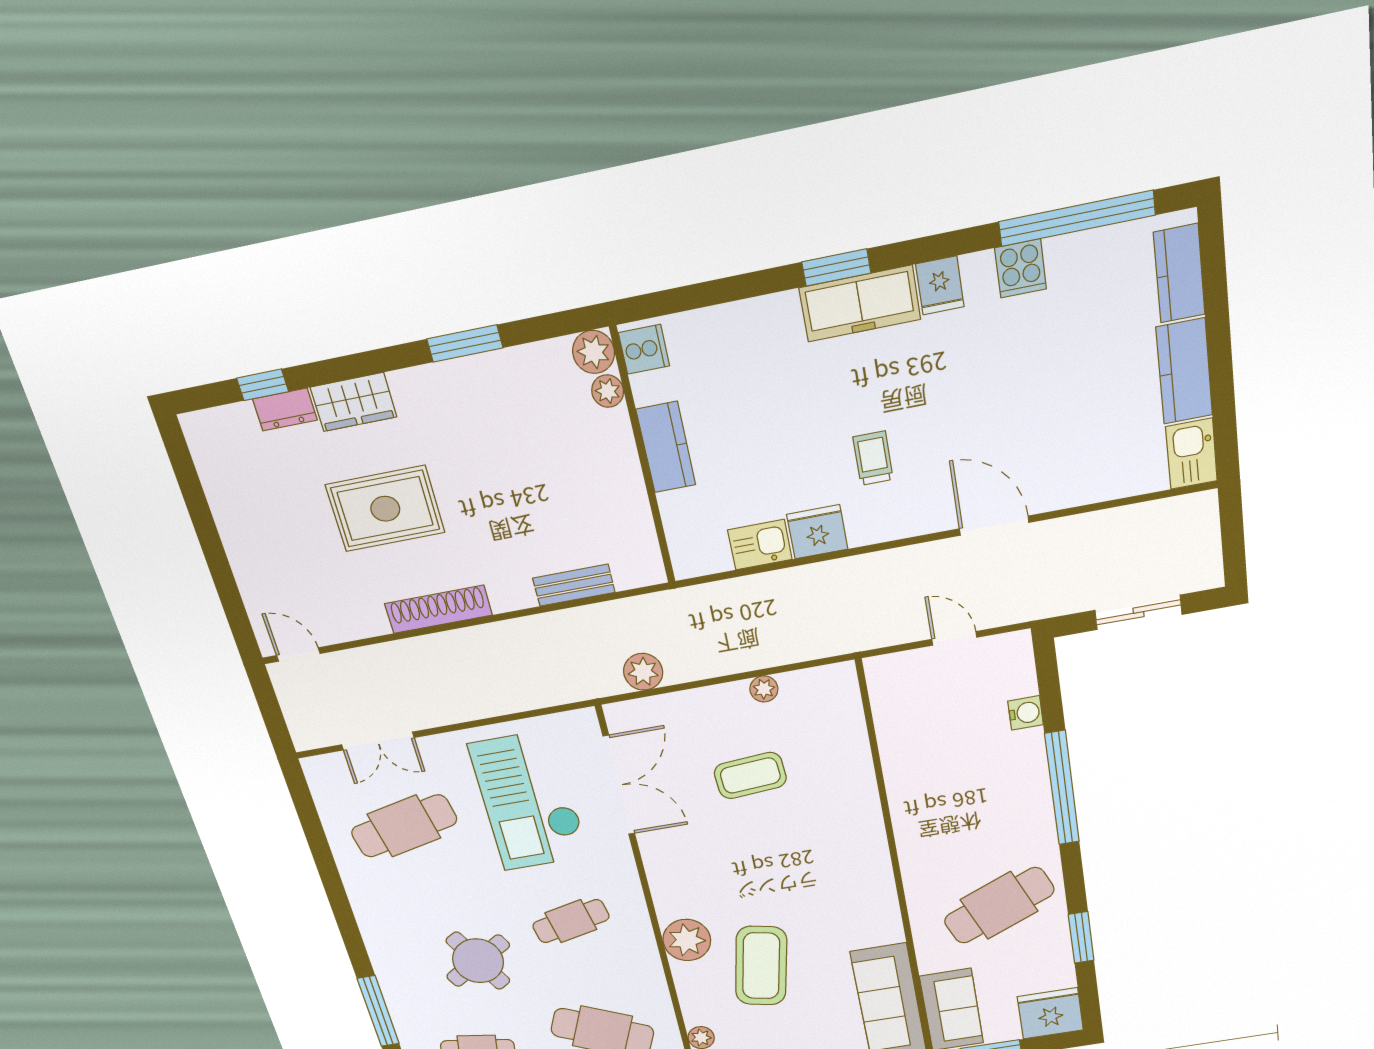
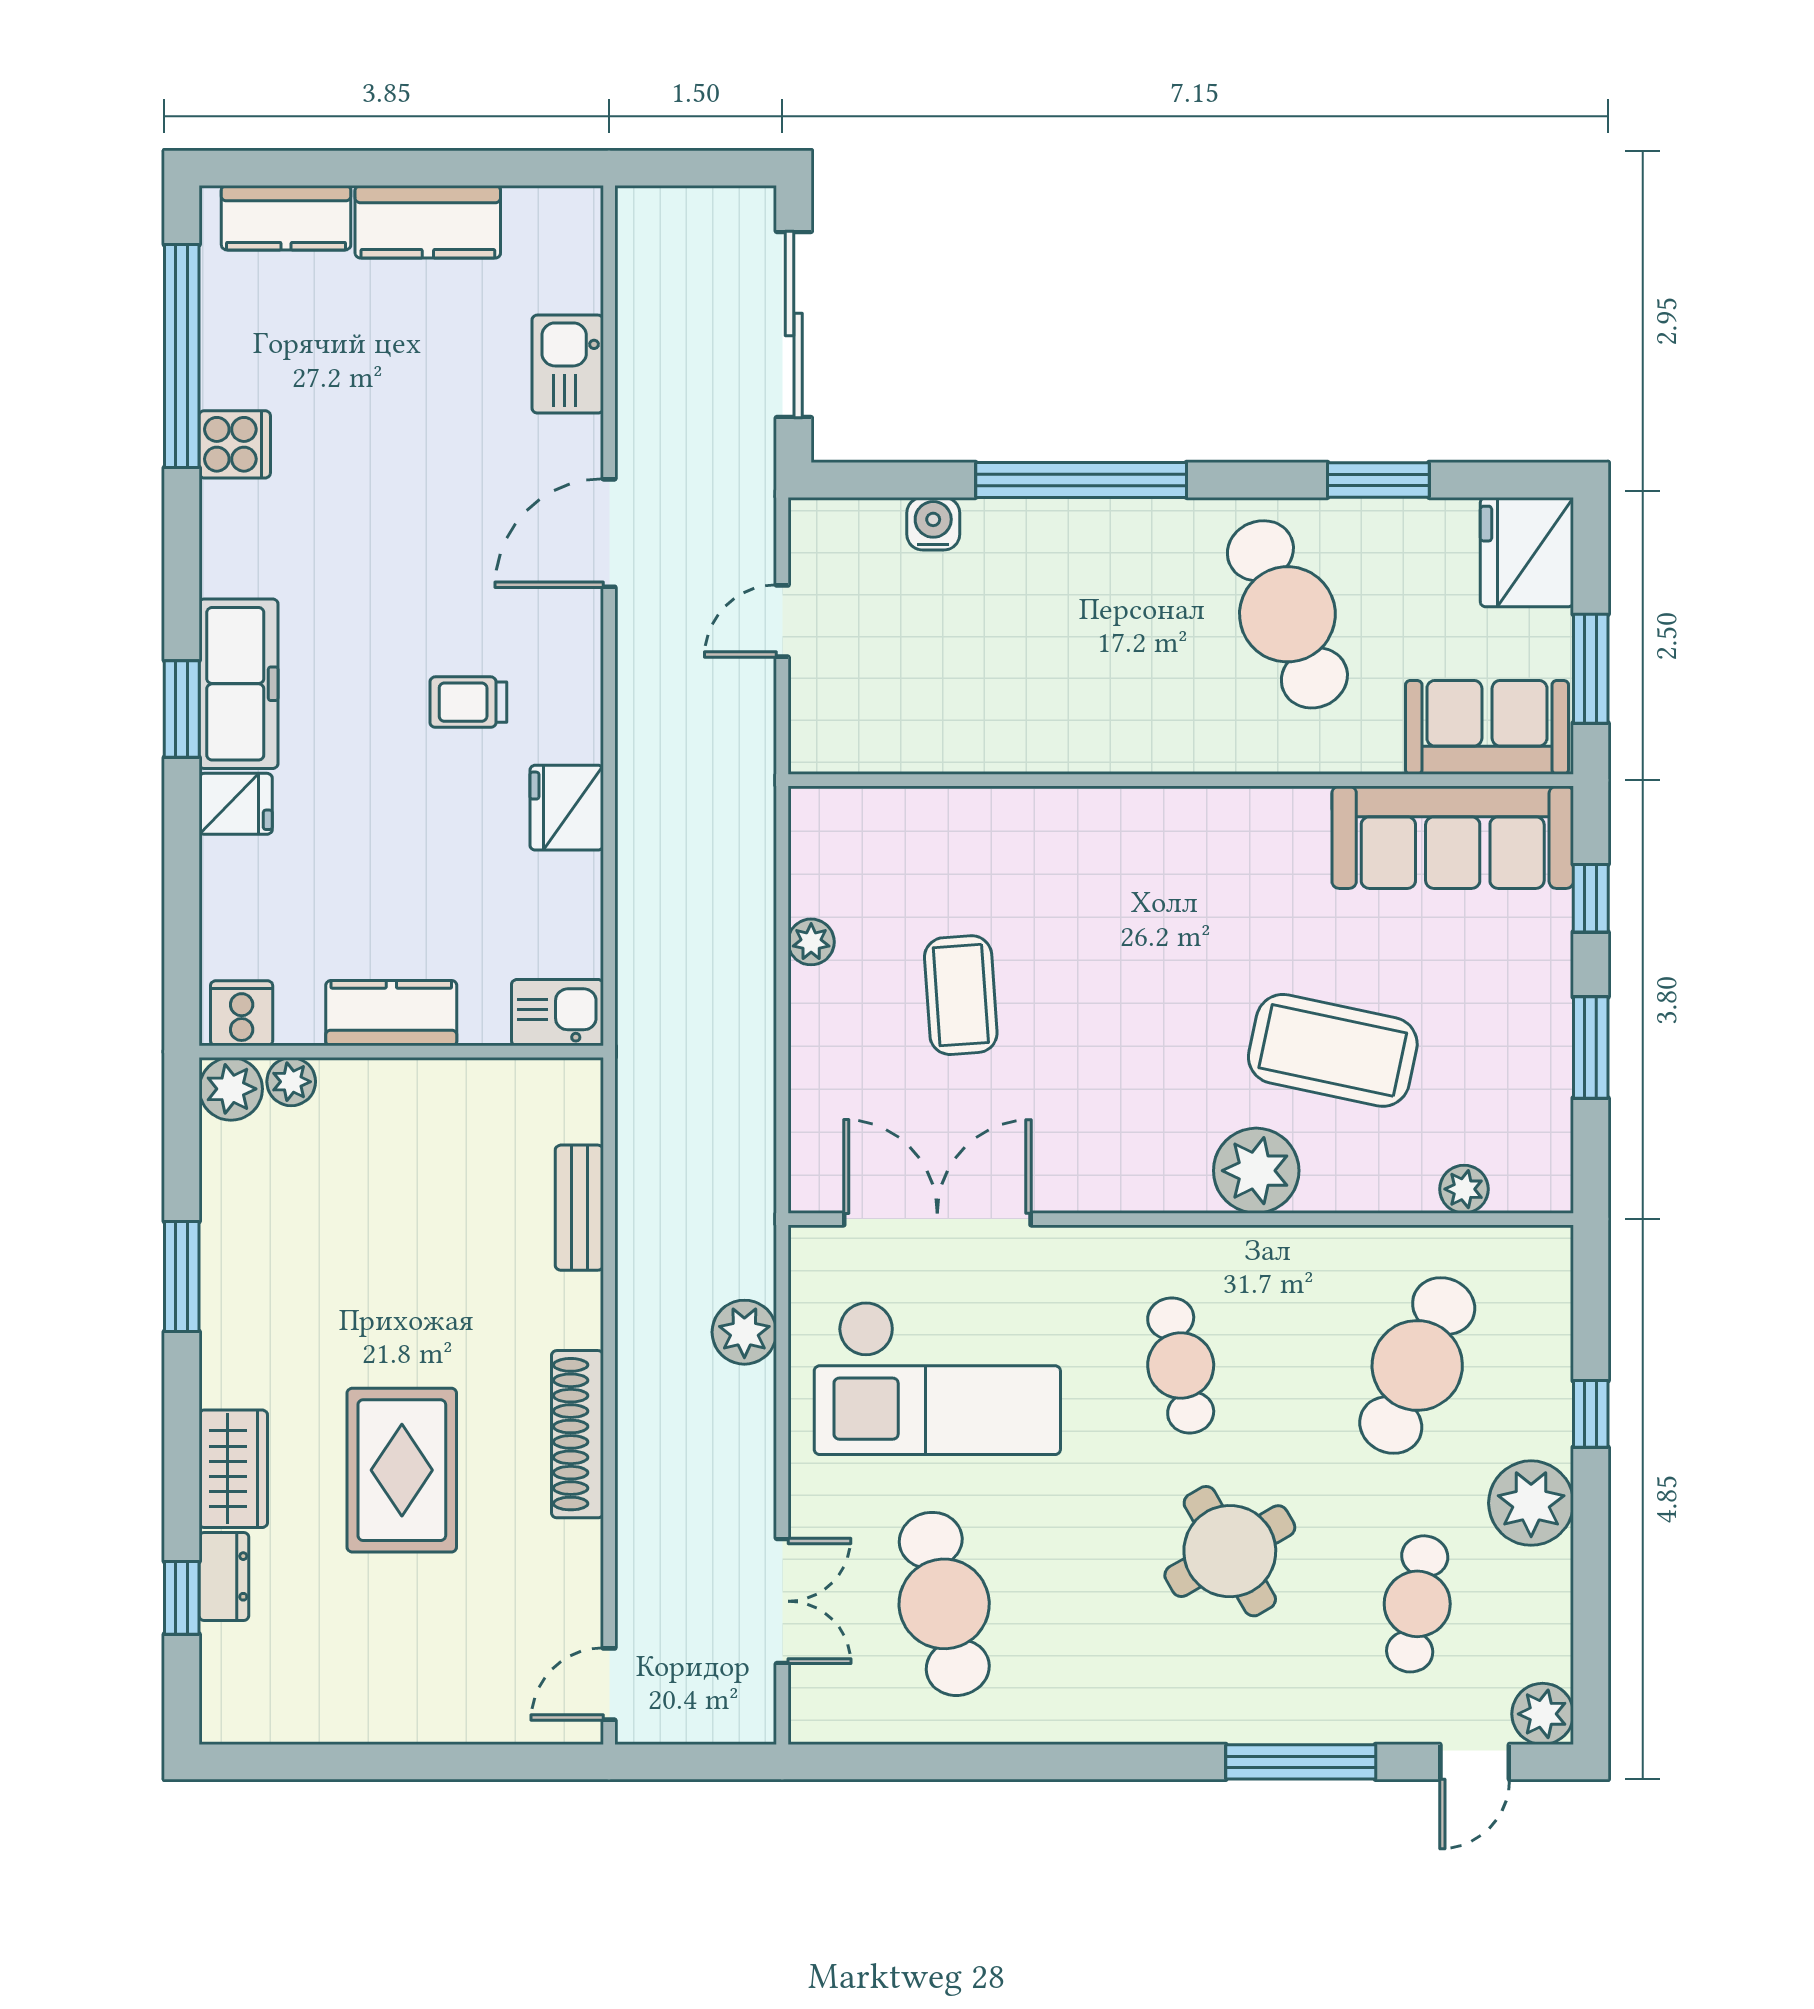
fridge: (940, 285) -> (236, 804), moved
kitchen sink: (1192, 454) -> (568, 364), moved, turned 90
kitchen sink: (760, 545) -> (557, 1013), moved, turned 90
sliding door: (1138, 612) -> (794, 325), width x1.37
plant: (643, 672) -> (744, 1332), moved

